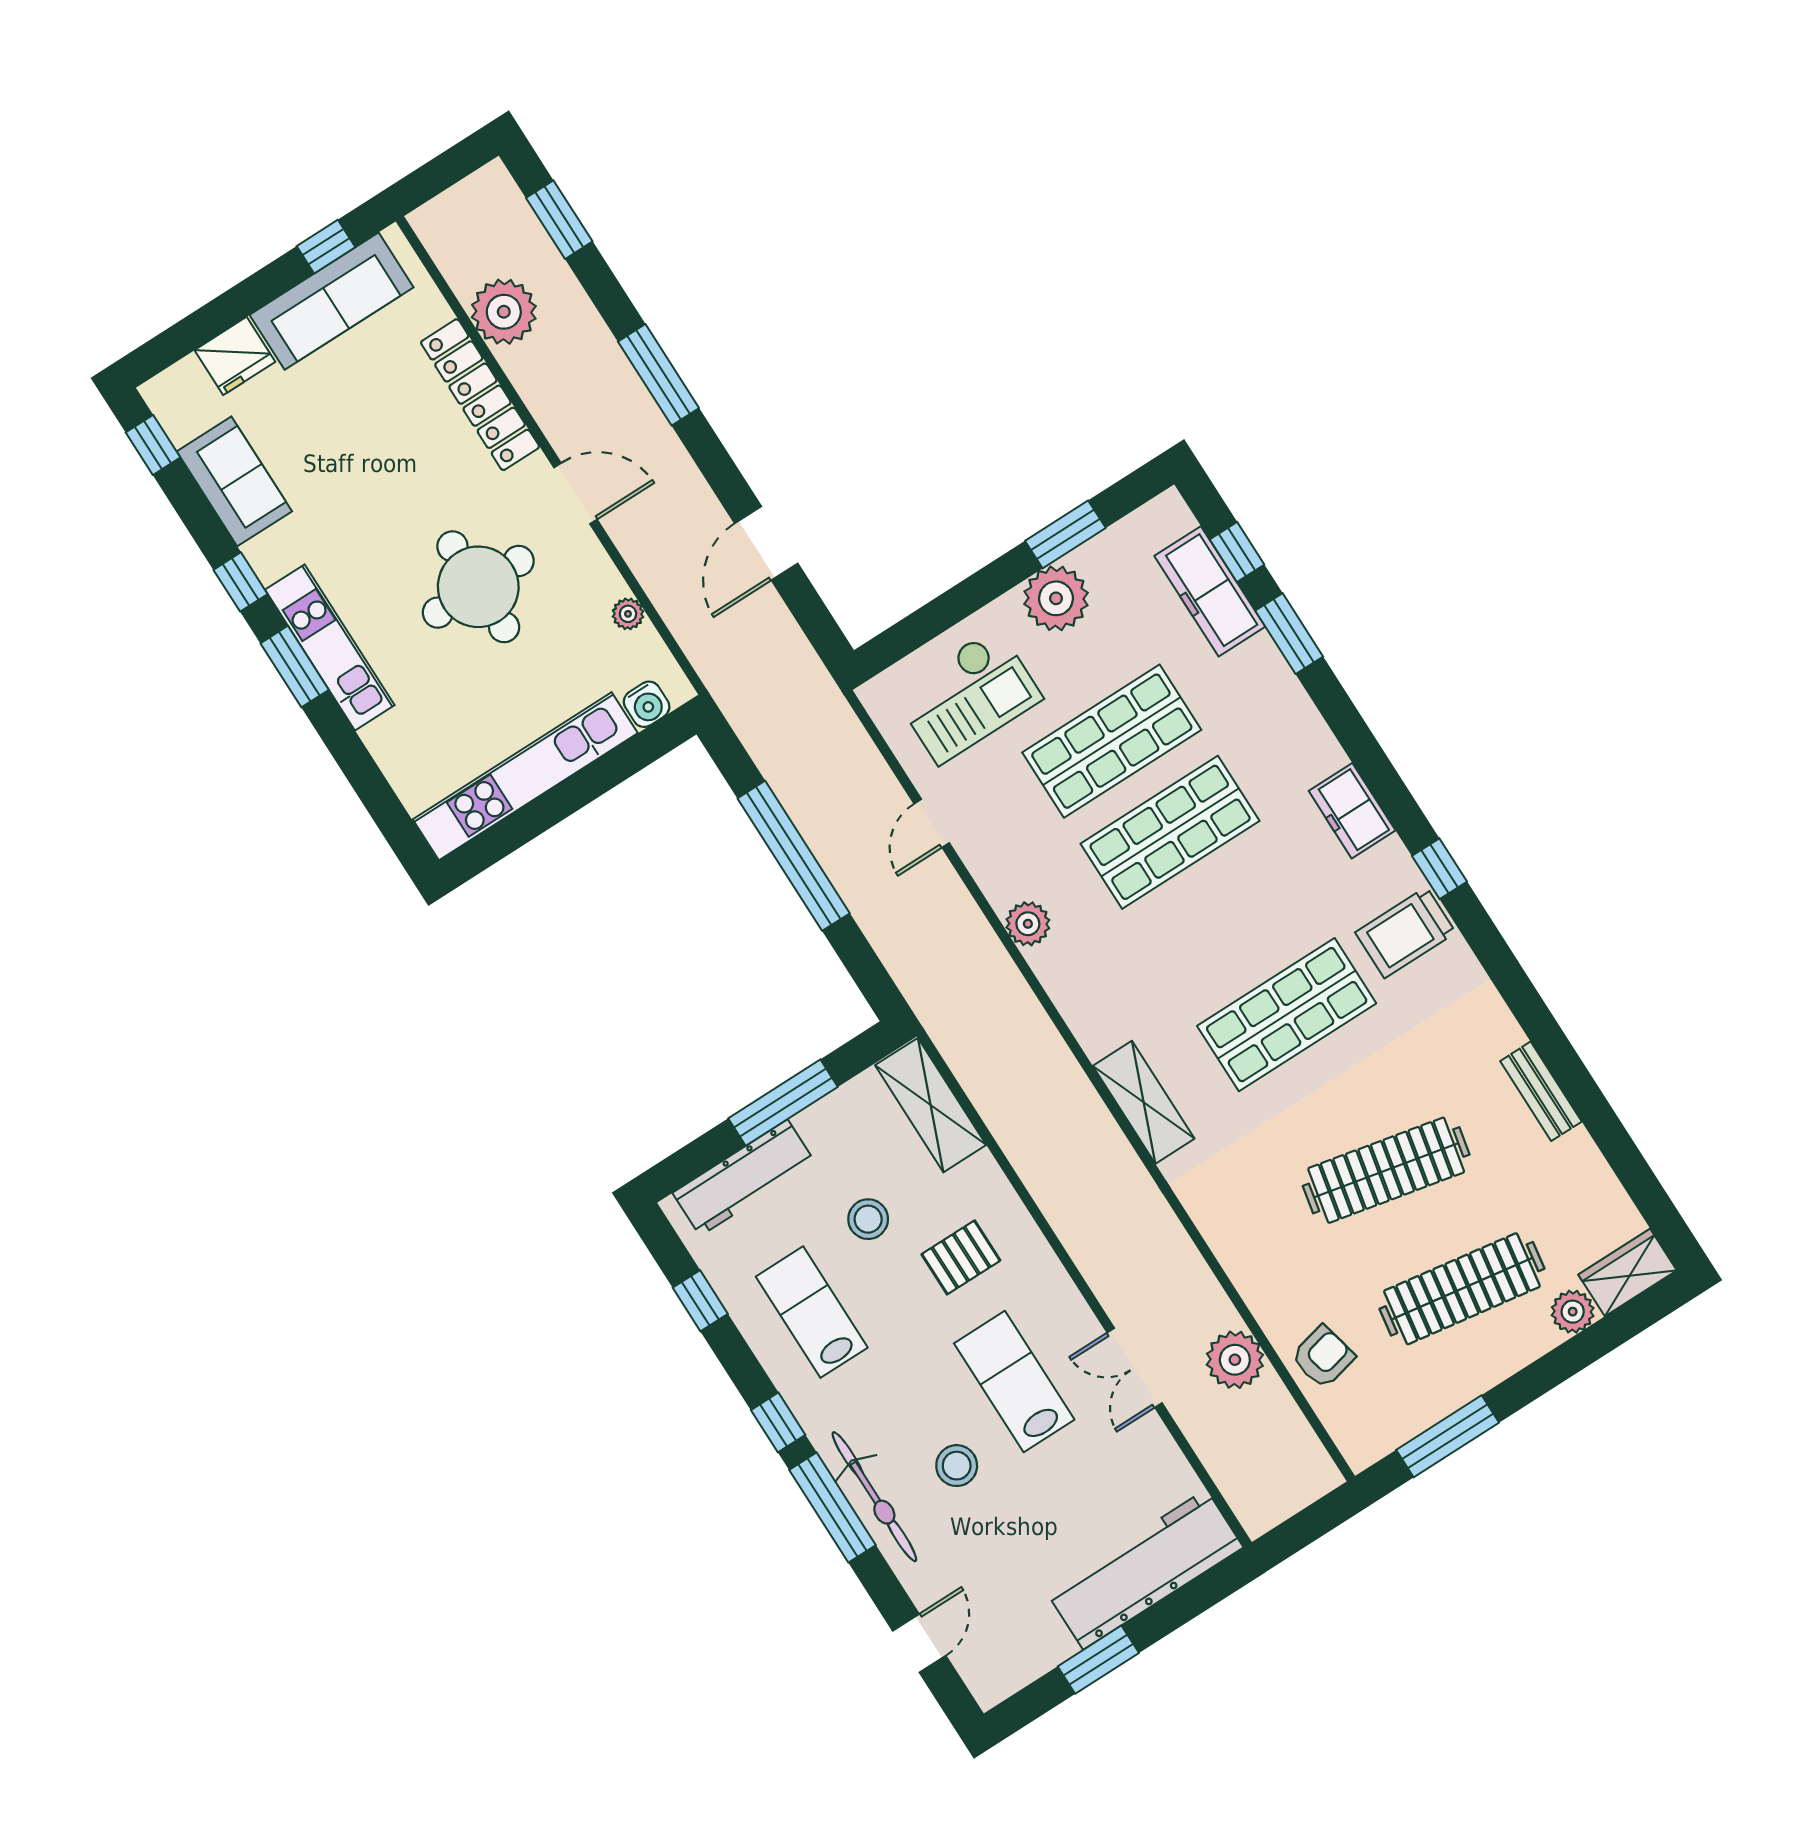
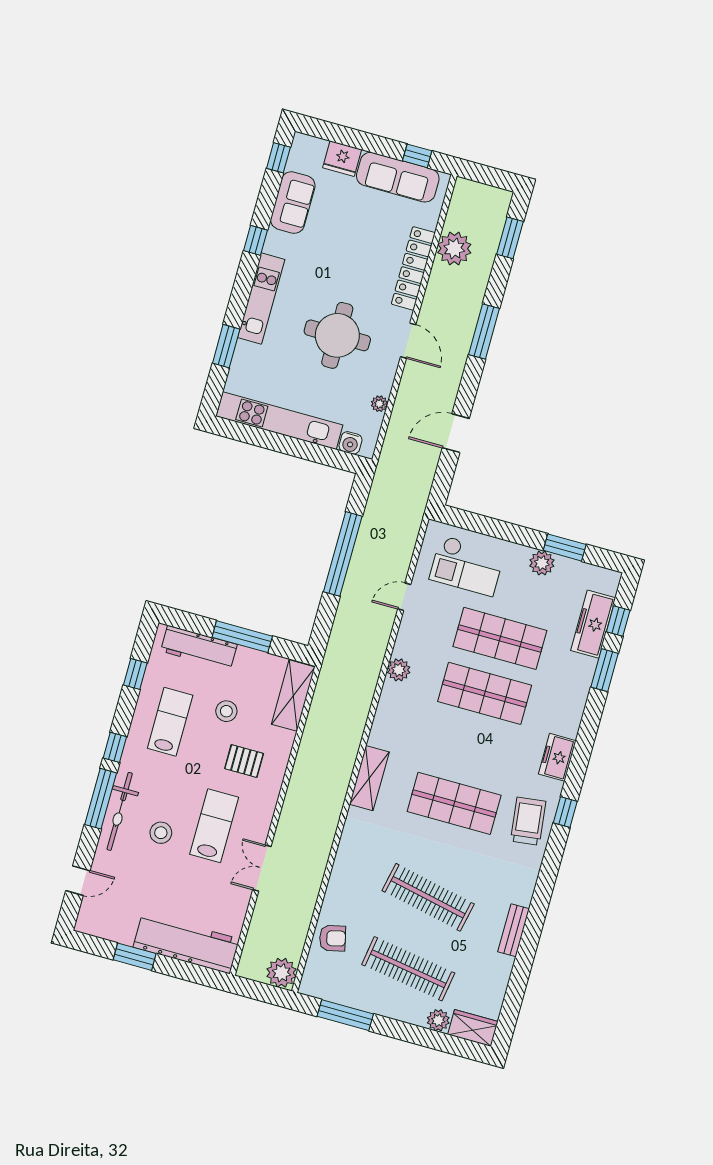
plant: (1056, 598) -> (542, 563), width x0.73, depth x0.73
window: (295, 667) -> (226, 346), moved
trolley: (1405, 933) -> (528, 821), turned 83
plant: (1235, 1360) -> (281, 973), moved

